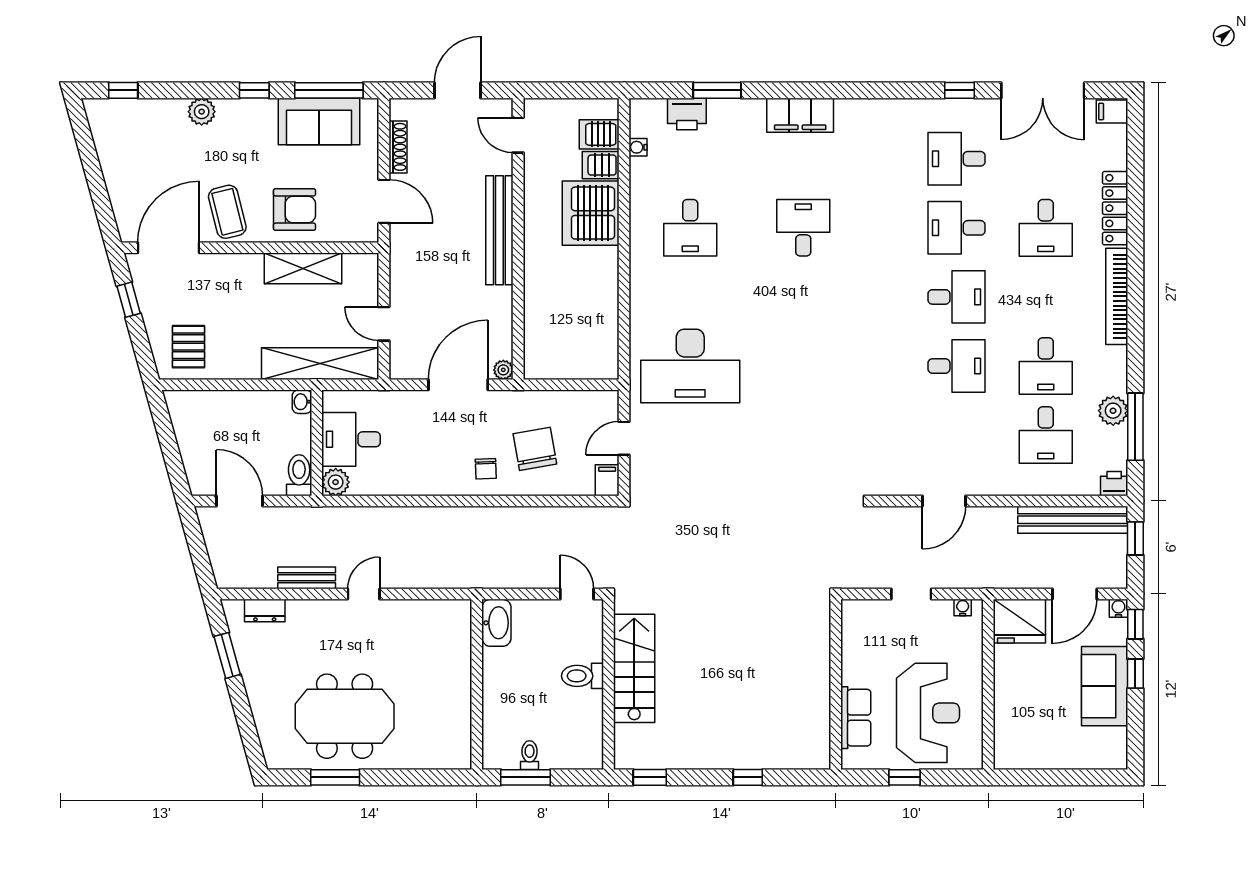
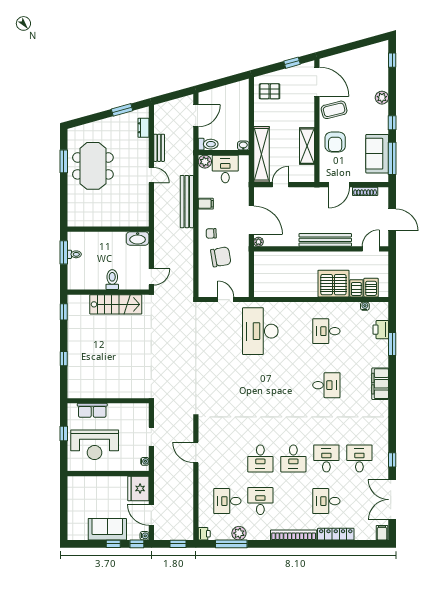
desk: (1046, 366) -> (260, 501), turned 90
filing cabinet: (607, 480) -> (206, 204), moved
bench: (1073, 520) -> (187, 202), moved

